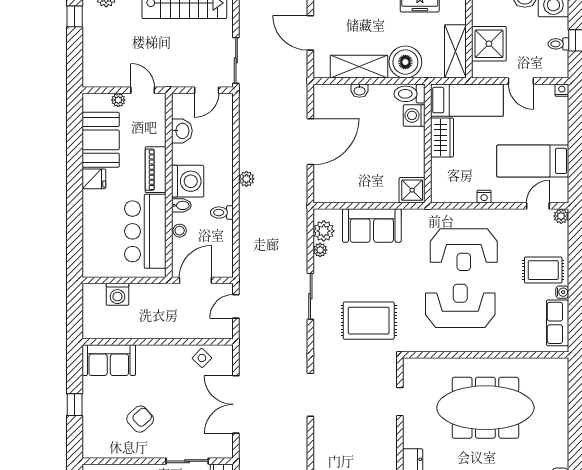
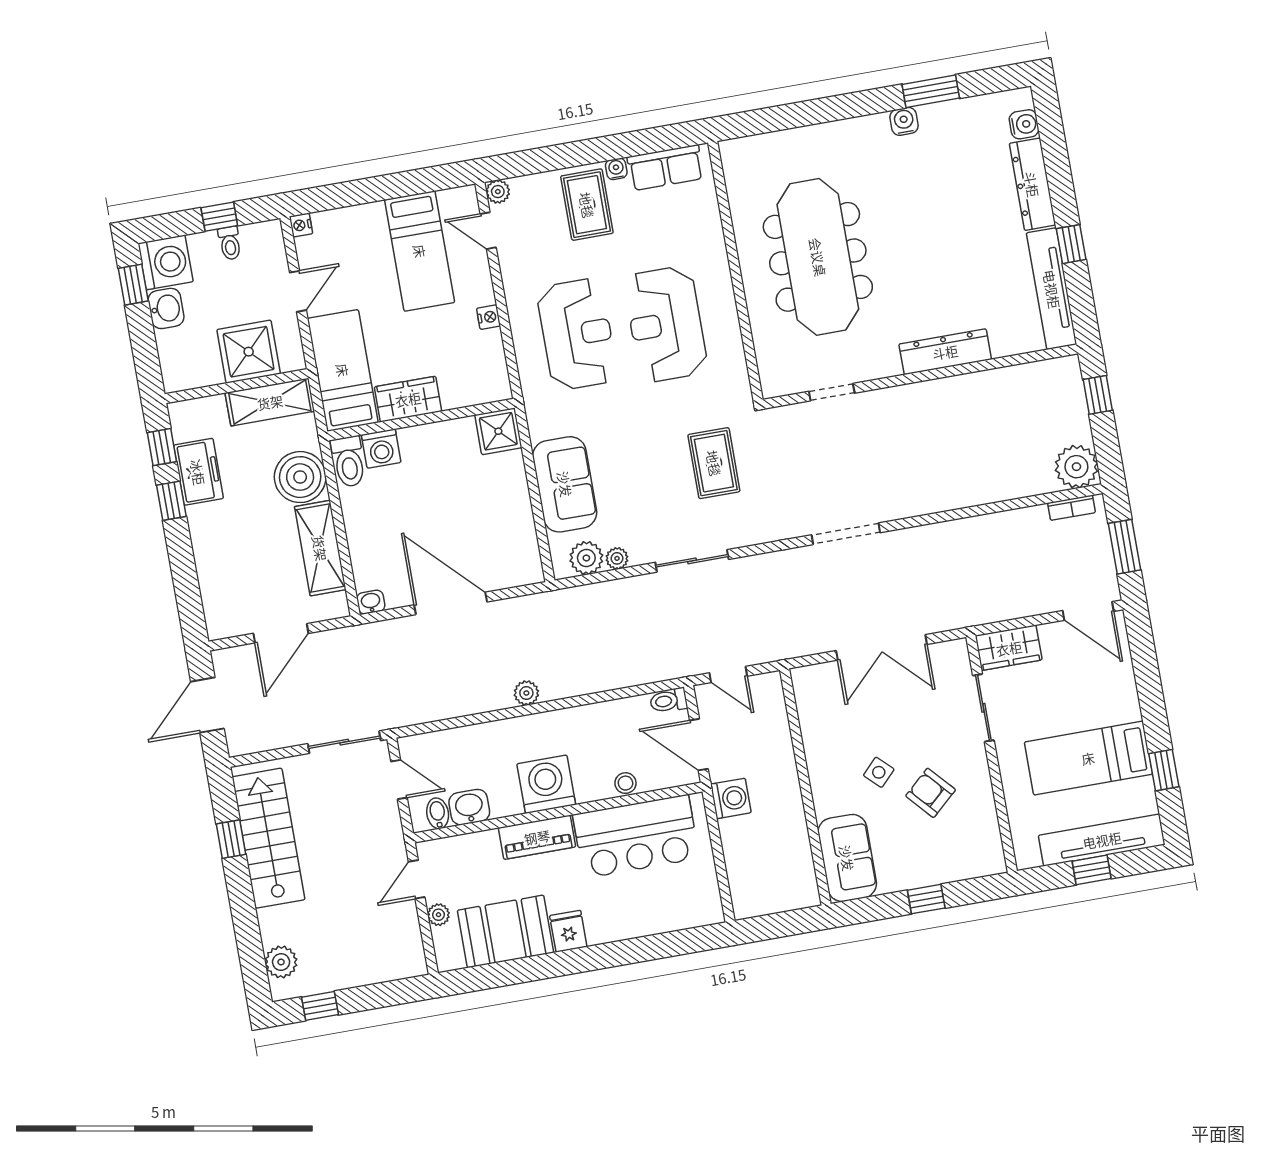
washbasin: (359, 91) -> (371, 602), moved, turned -90
bidet: (181, 205) -> (438, 813), moved
toilet: (222, 213) -> (669, 701), moved, turned 90
washing machine: (117, 294) -> (731, 798), moved
rug: (369, 321) -> (714, 463), width x0.73, depth x0.70
side table: (202, 358) -> (879, 772), moved

